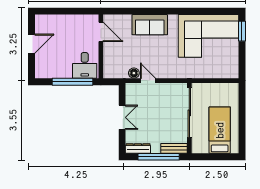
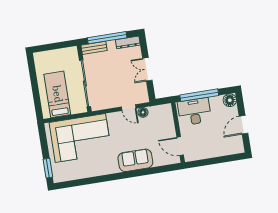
corner sofa: (209, 36) -> (80, 138), moved, turned 180
desk: (85, 65) -> (194, 112), width x1.37
floor lamp: (42, 71) -> (230, 100), added
bed: (220, 130) -> (57, 94), moved, turned 180

